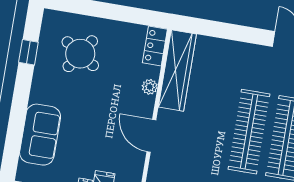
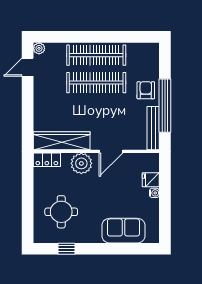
round table: (80, 54) -> (61, 212), turned -33
plant: (150, 87) -> (81, 163), width x1.88, depth x1.88

